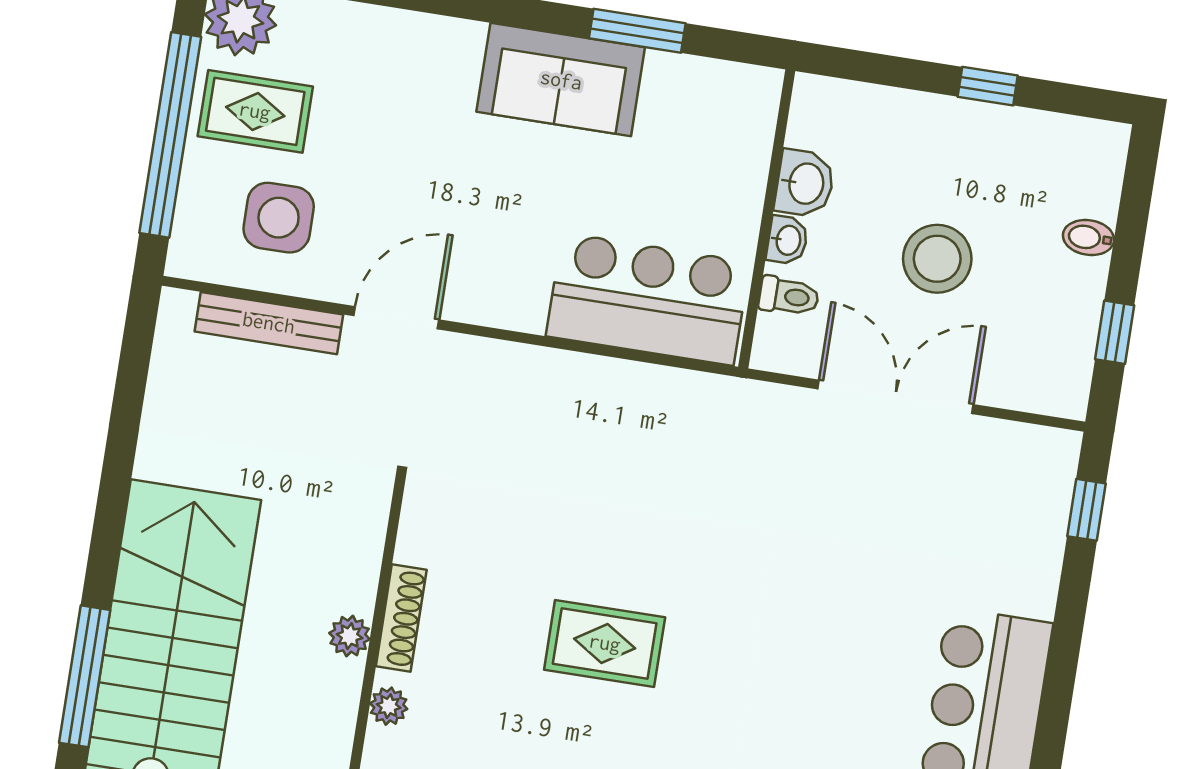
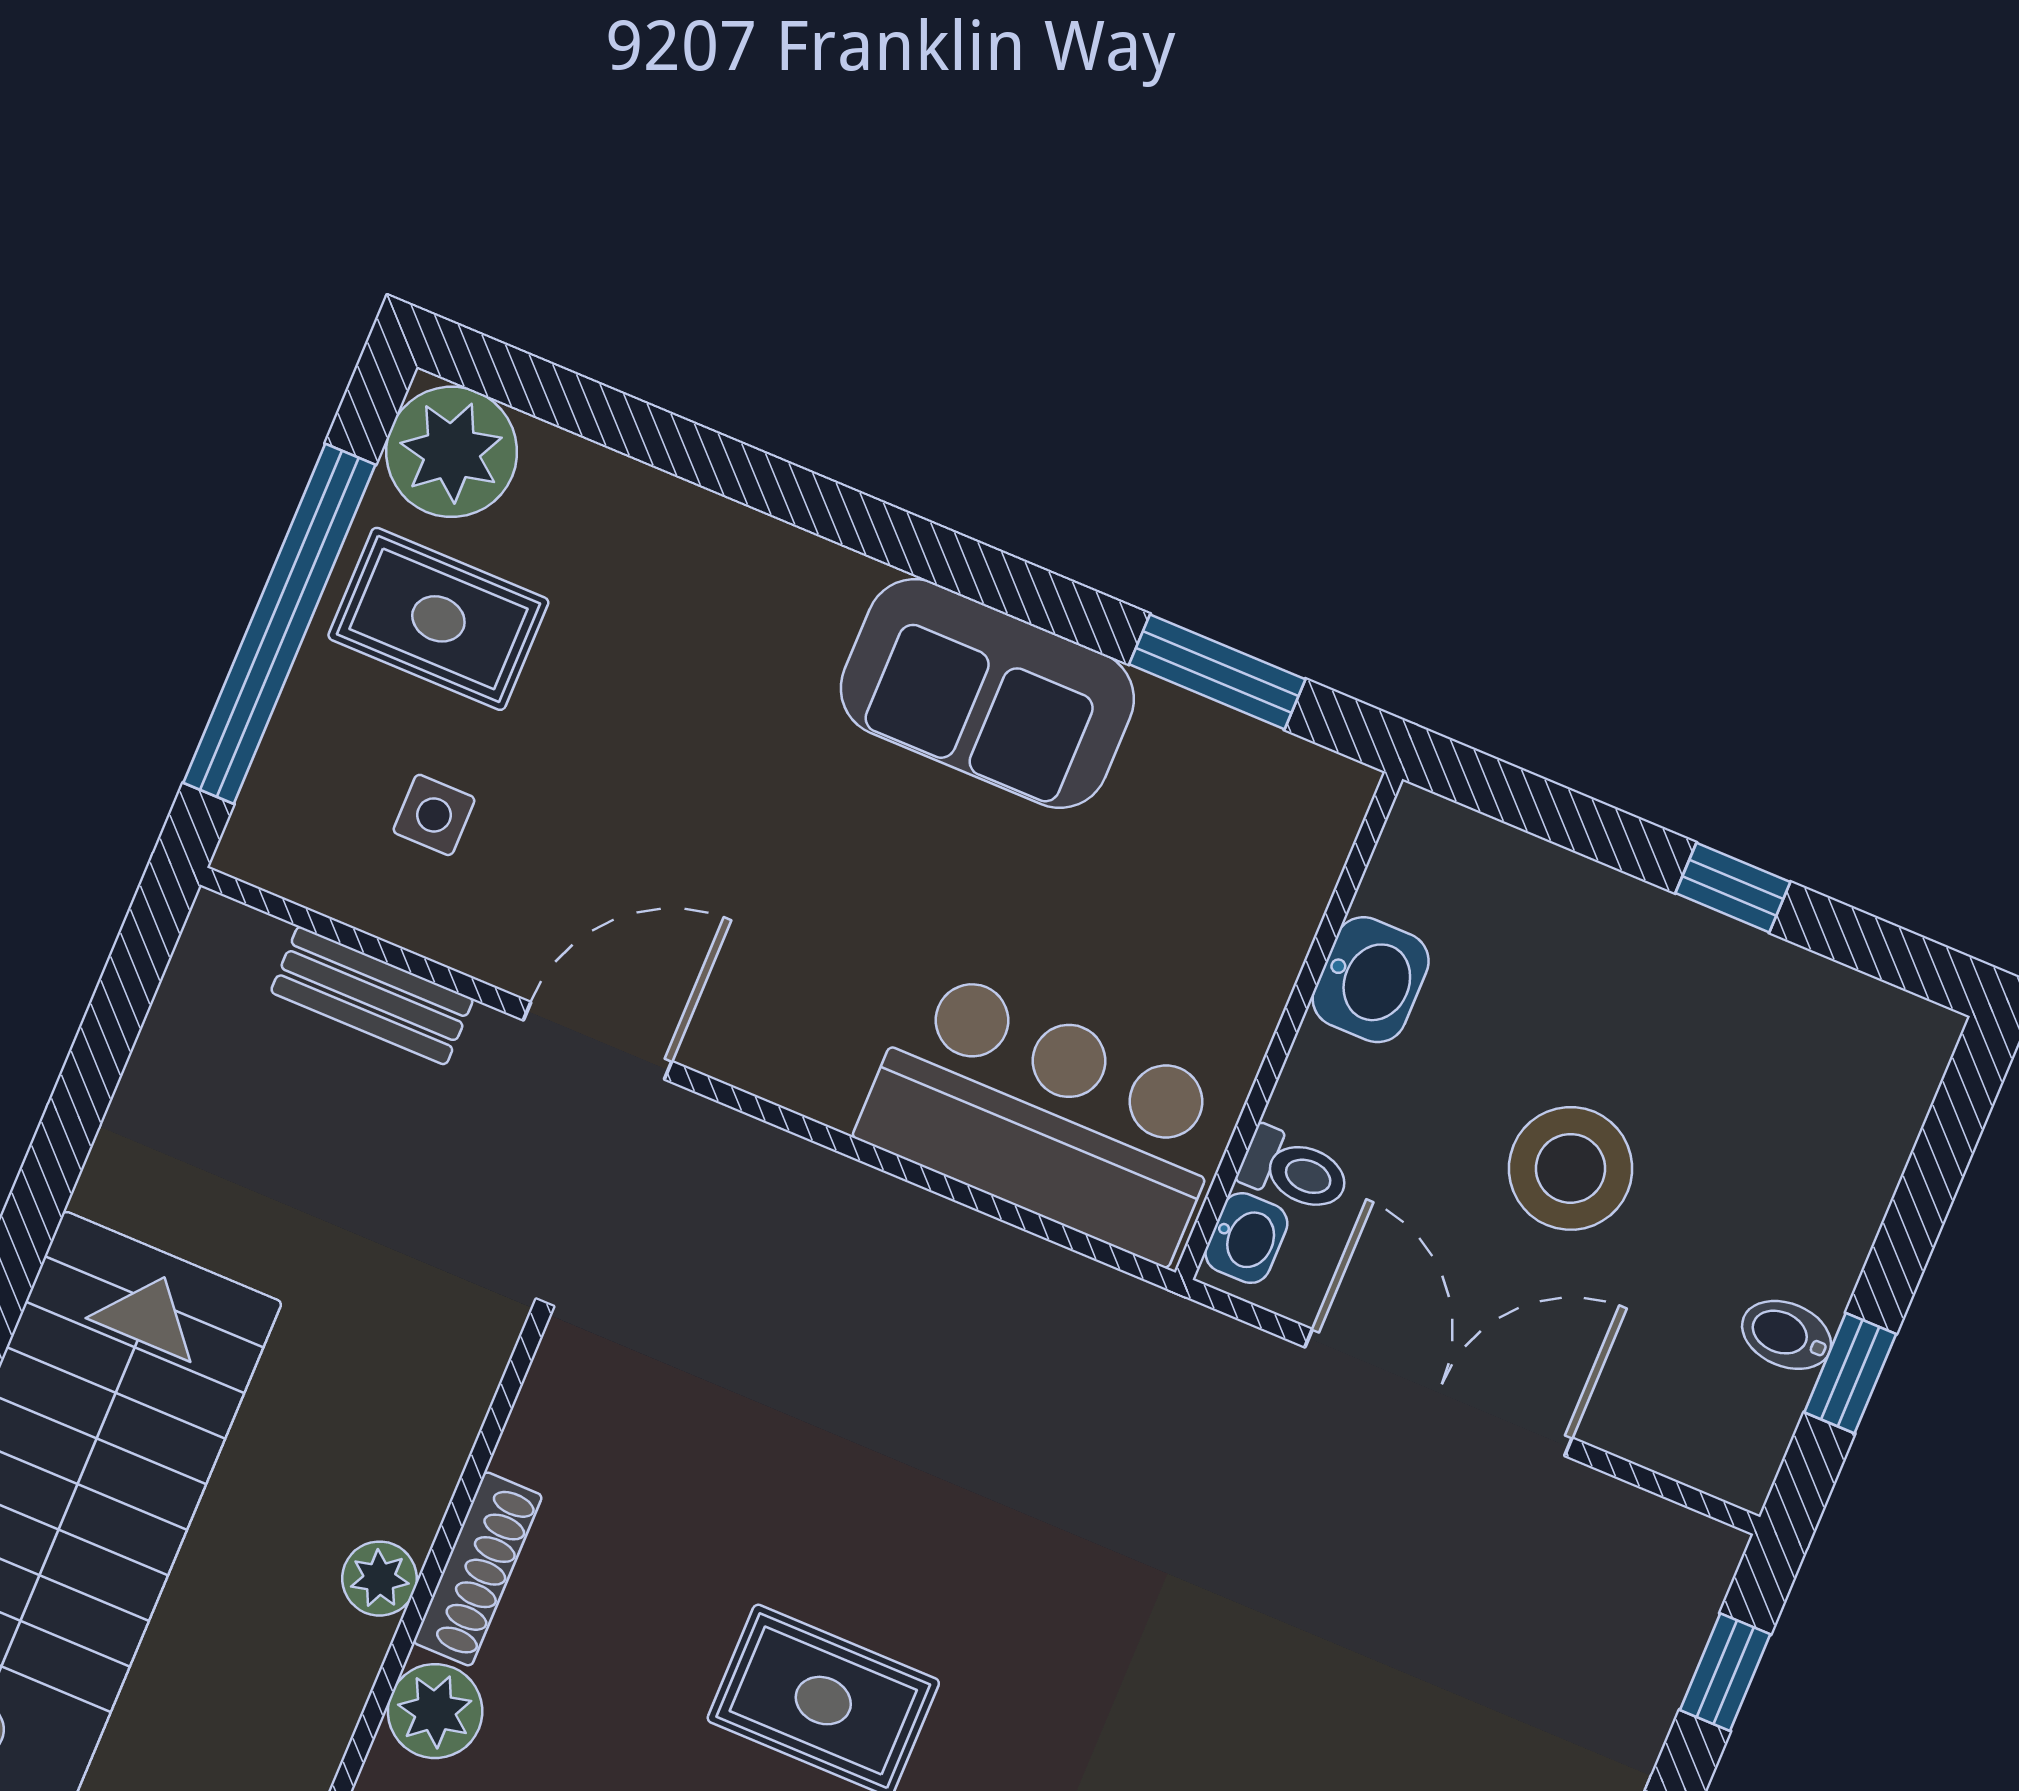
window: (637, 31) -> (1217, 672), moved
side table: (279, 218) -> (434, 815), width x0.54, depth x0.54
bidet: (1088, 238) -> (1787, 1335), moved
washbasin: (787, 240) -> (1246, 1238), moved
bench: (269, 323) -> (372, 996), width x0.73
plant: (389, 706) -> (435, 1711), width x1.38, depth x1.38

